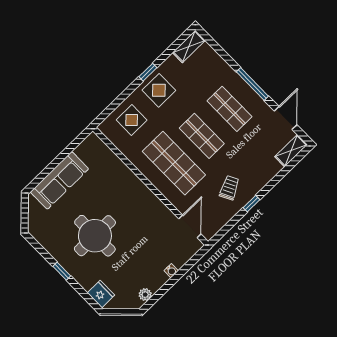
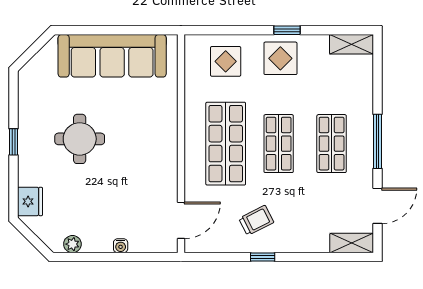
sofa: (59, 180) -> (112, 56), width x1.36, depth x1.27
round table: (95, 236) -> (80, 139), width x0.73, depth x0.73

